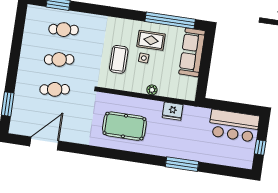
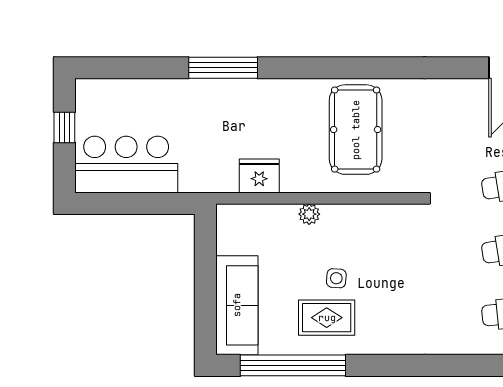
coffee table: (119, 59) -> (388, 268), removed
pool table: (124, 126) -> (356, 130), turned 90

